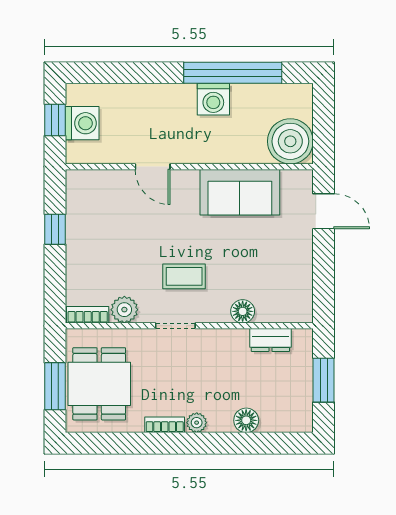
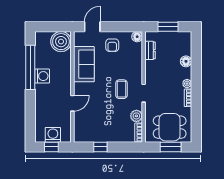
armchair: (282, 256) -> (112, 45), added
floor lamp: (243, 311) -> (137, 37), moved

